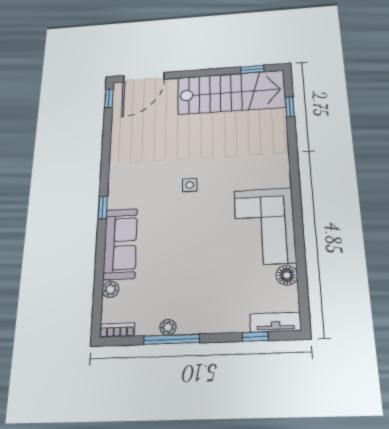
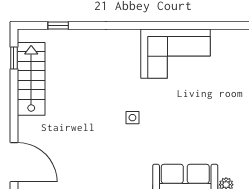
stairs: (231, 92) -> (31, 79), width x0.73, depth x0.66
floor lamp: (287, 275) -> (220, 38), removed

